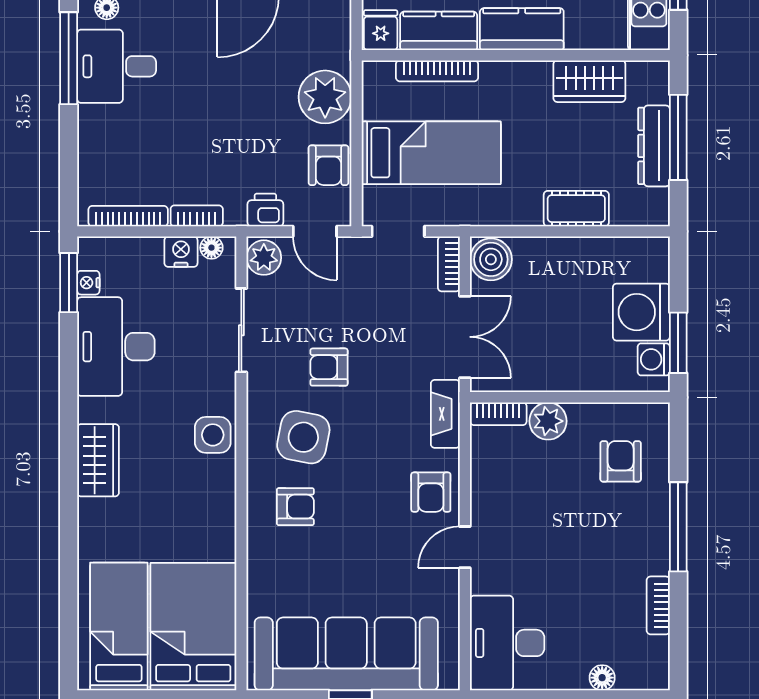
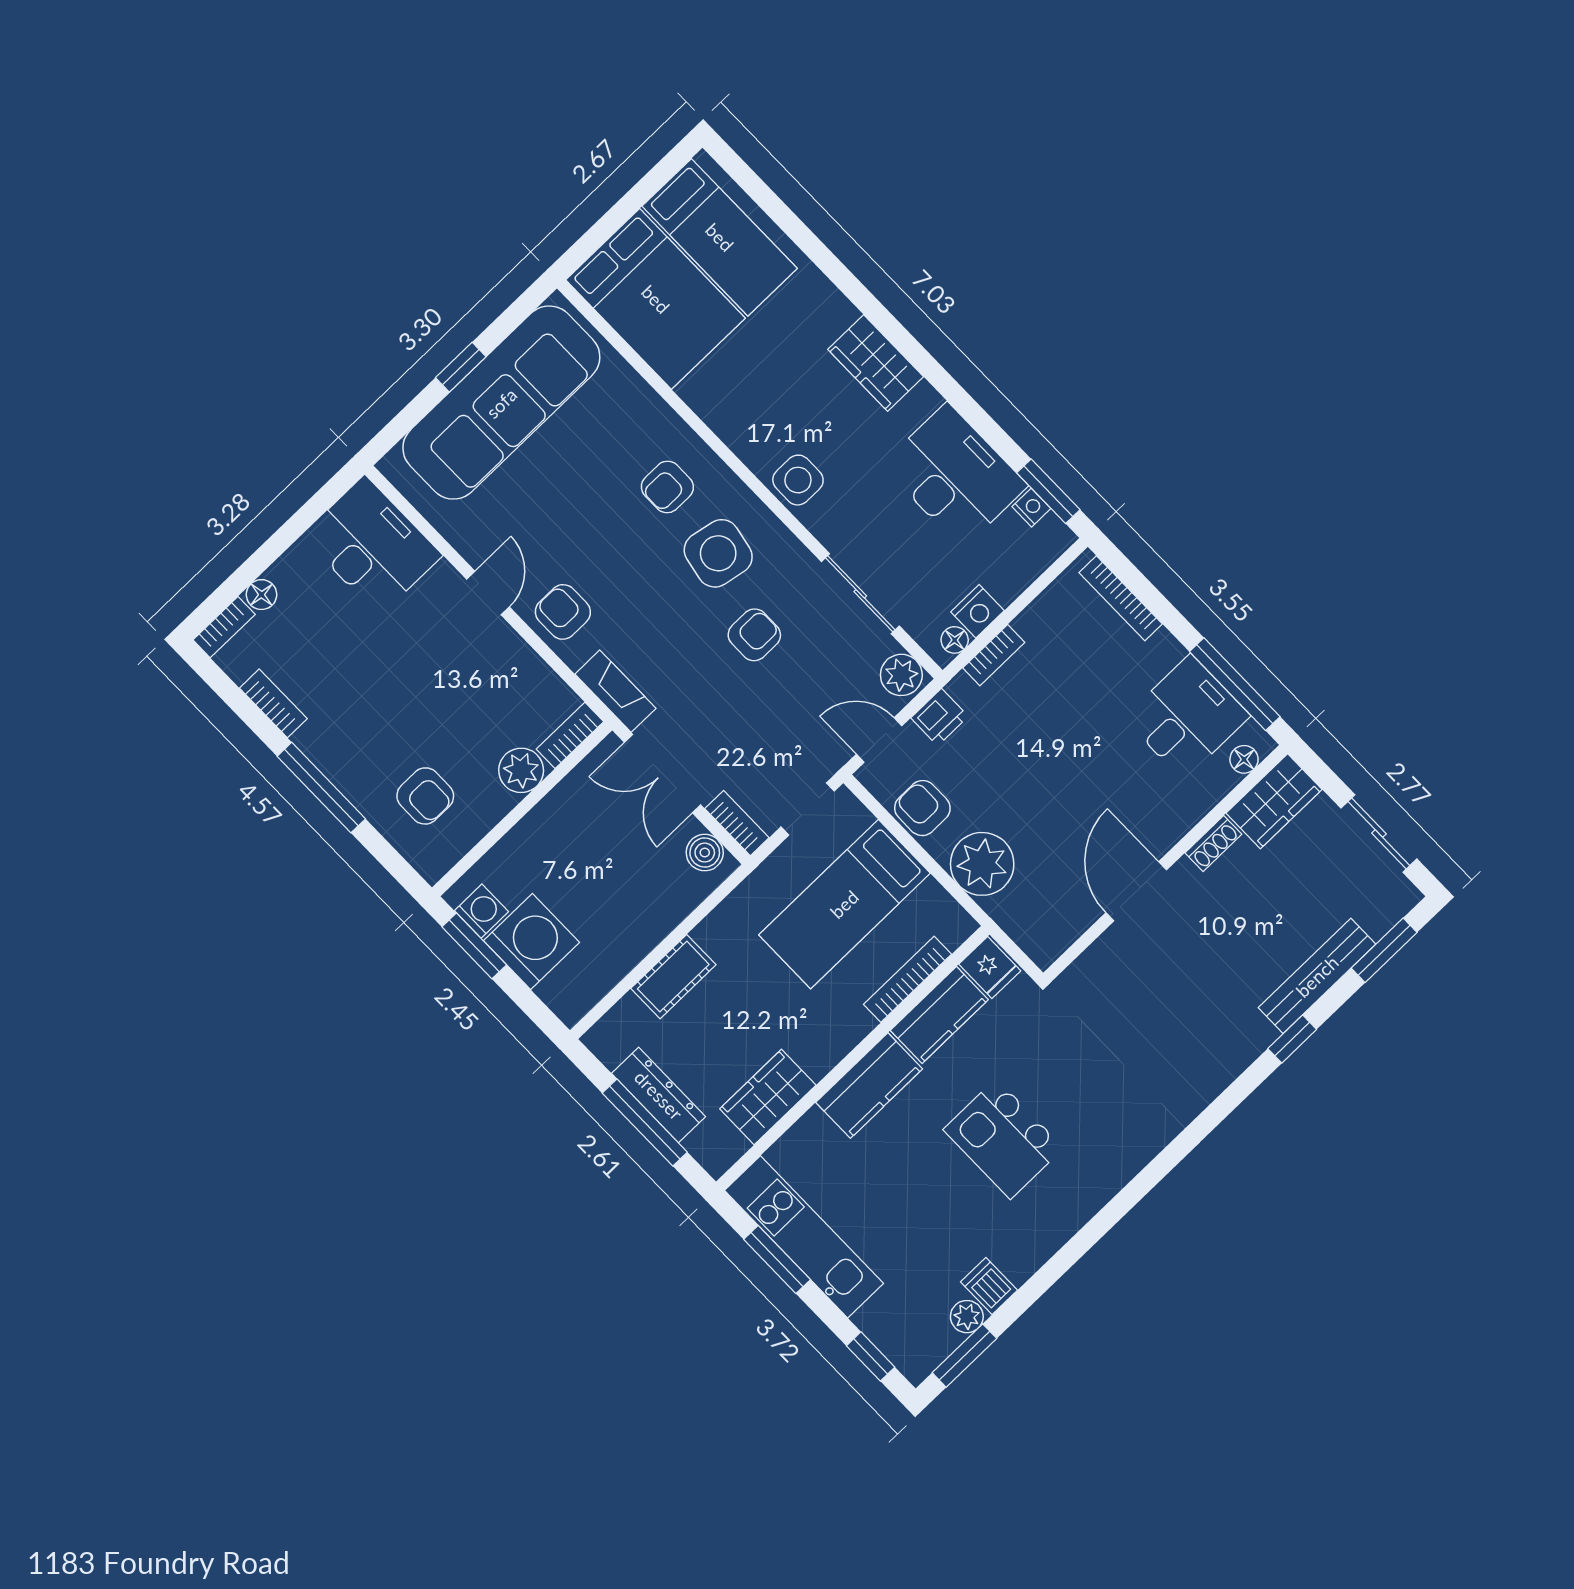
bookcase: (128, 216) -> (1121, 598), moved, turned 90
boiler: (491, 259) -> (705, 853), width x0.73, depth x0.73
bookcase: (644, 680) -> (224, 627), added

